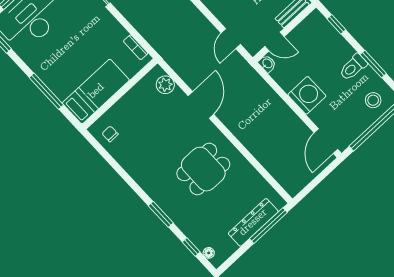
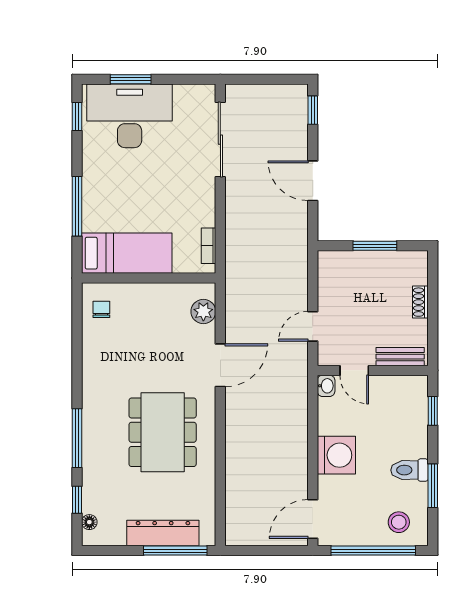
dining table: (203, 169) -> (163, 432), width x1.38
window: (161, 214) -> (77, 438), width x1.44

